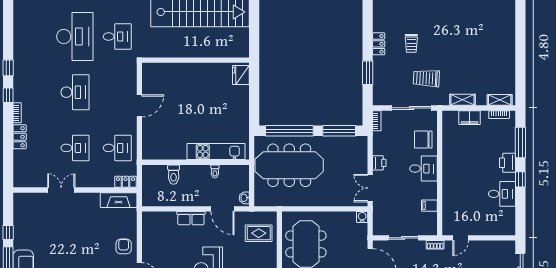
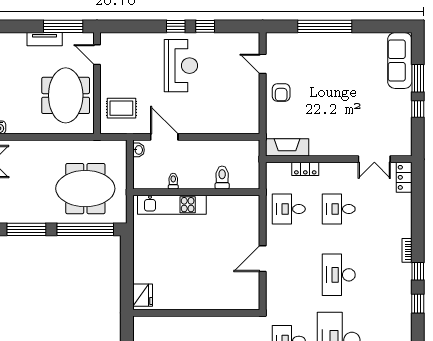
locker: (20, 137) -> (404, 177), moved
meeting table: (289, 165) -> (85, 189), width x0.73
locker: (125, 182) -> (305, 169), moved
double door: (61, 190) -> (374, 159), moved
row of seats: (191, 218) -> (202, 126), removed

